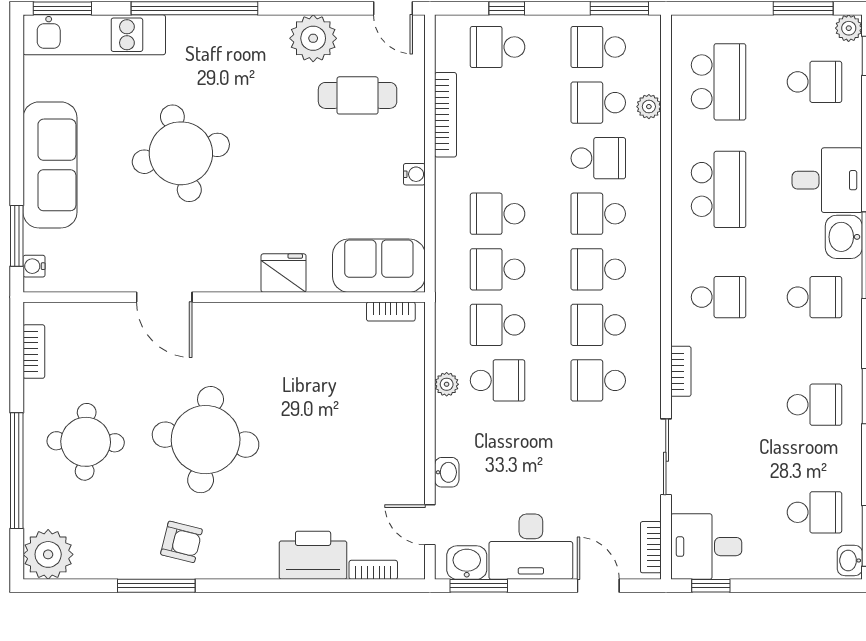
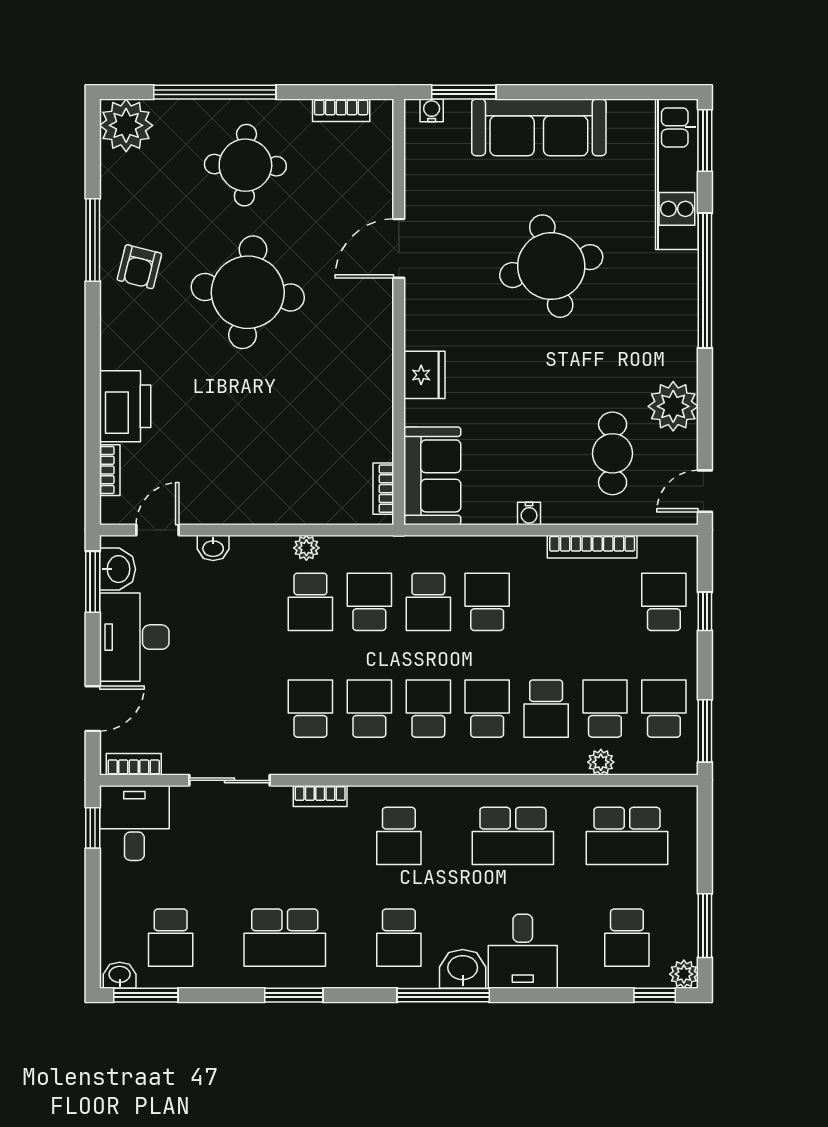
school desk: (498, 269) -> (428, 602), turned 180
school desk: (814, 405) -> (285, 938), width x1.85

